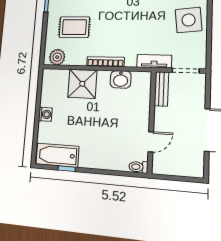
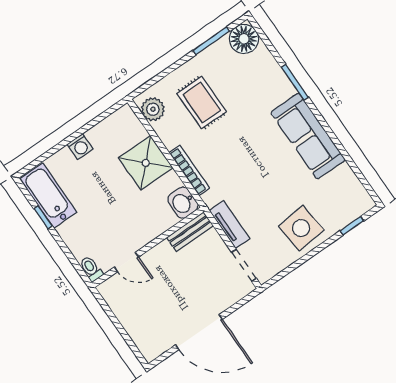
bench: (161, 89) -> (190, 232), moved
wall: (152, 122) -> (148, 247), moved
door: (151, 142) -> (126, 262), moved
toilet: (138, 167) -> (91, 269), moved

